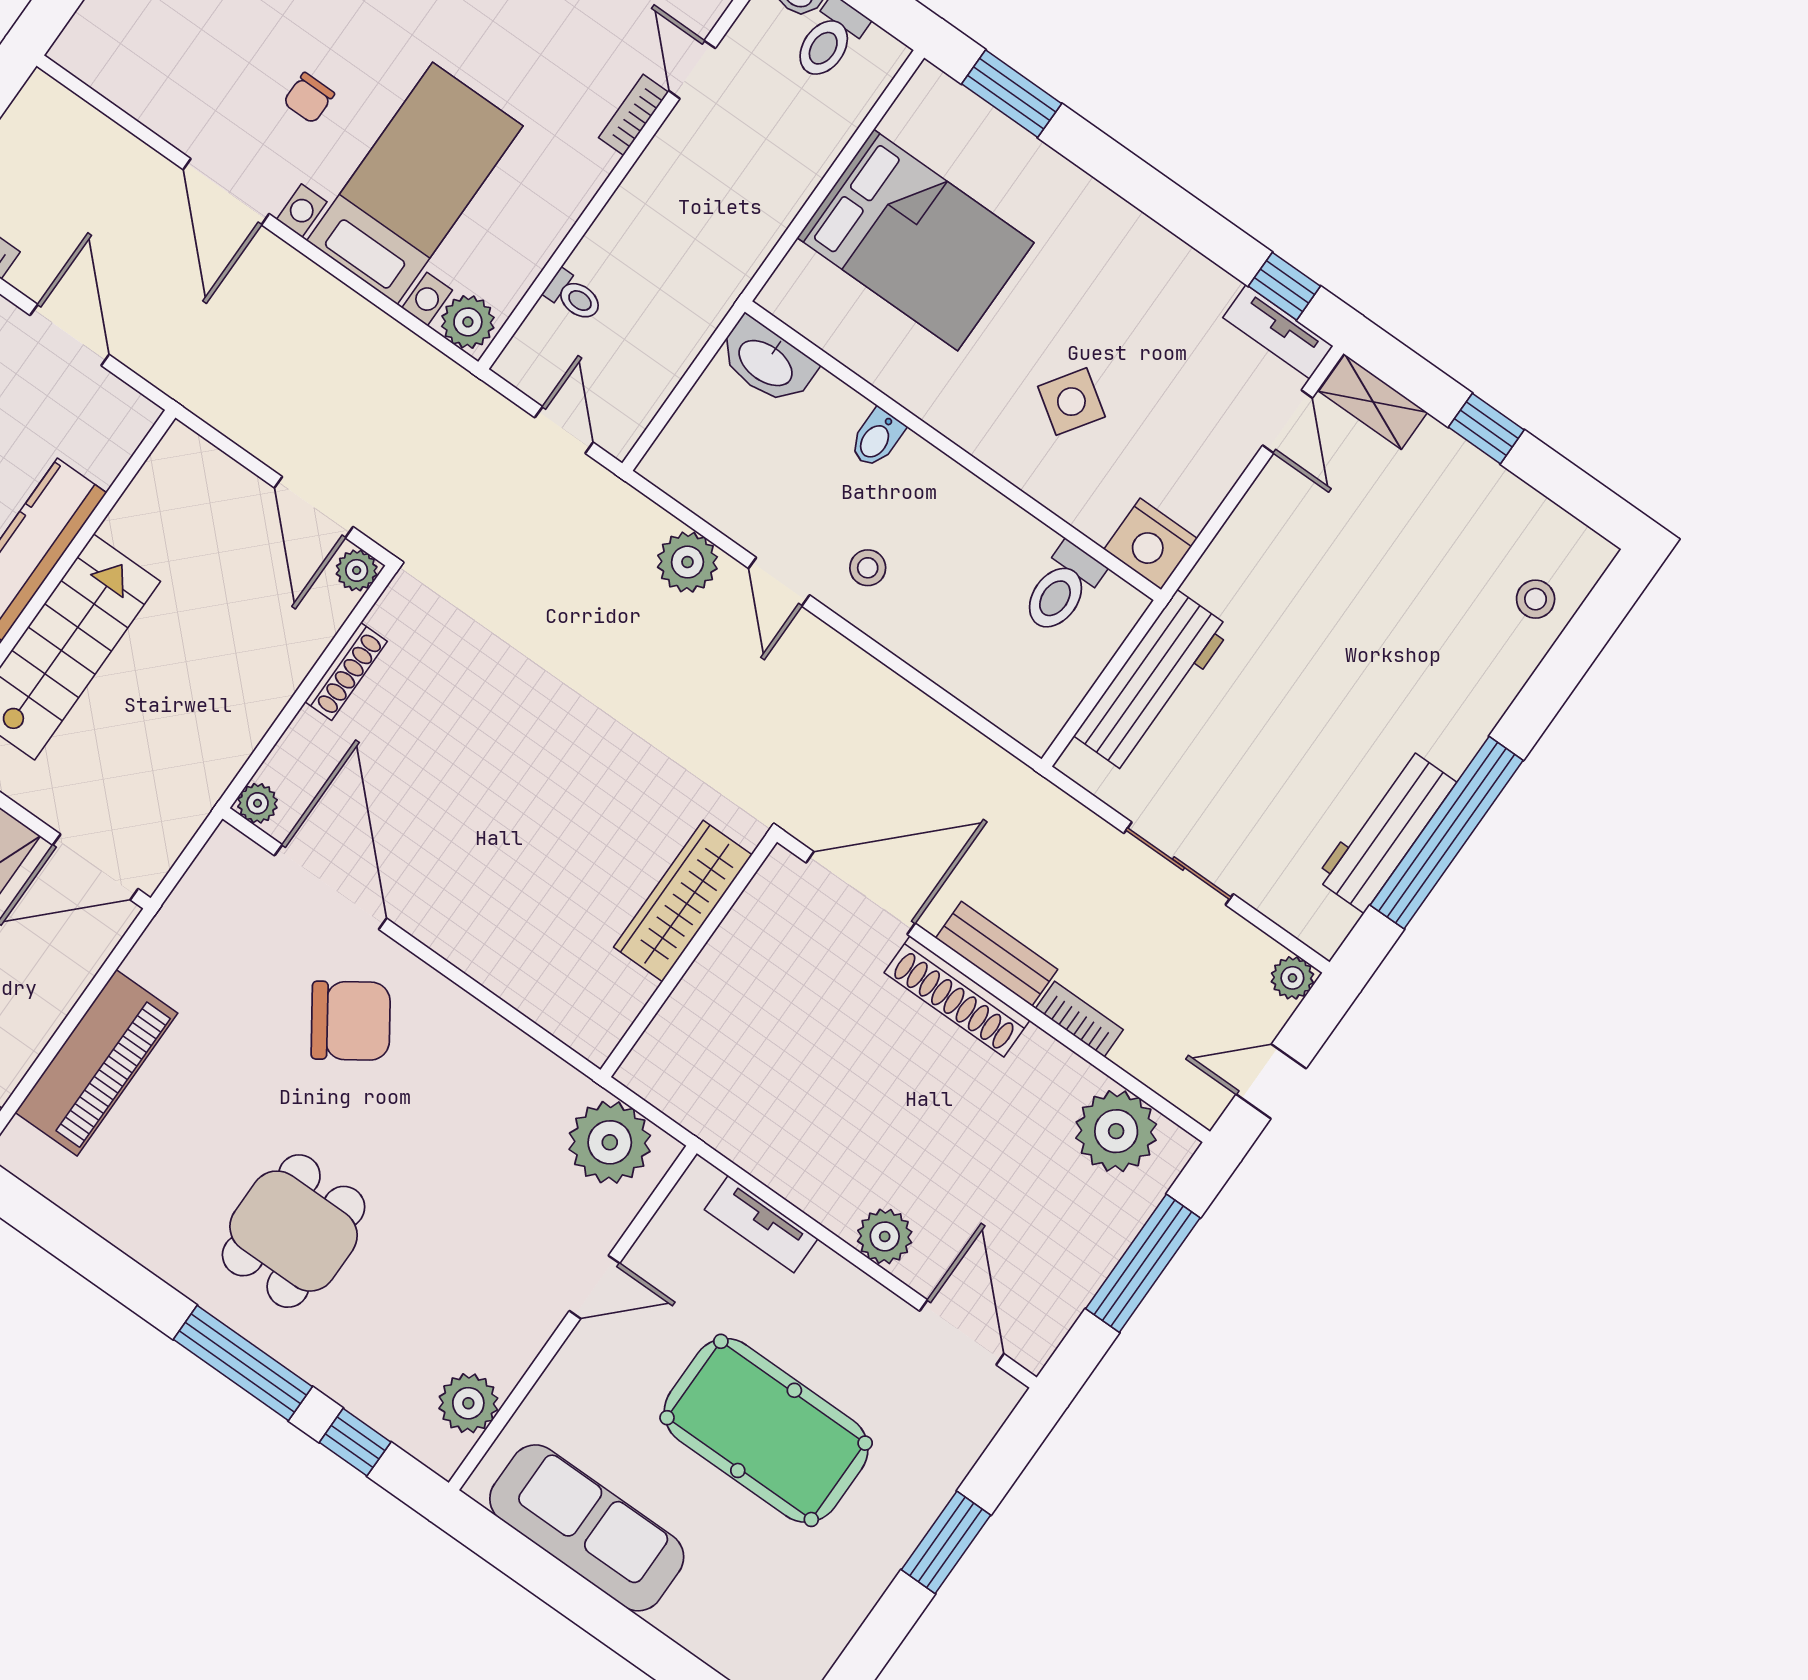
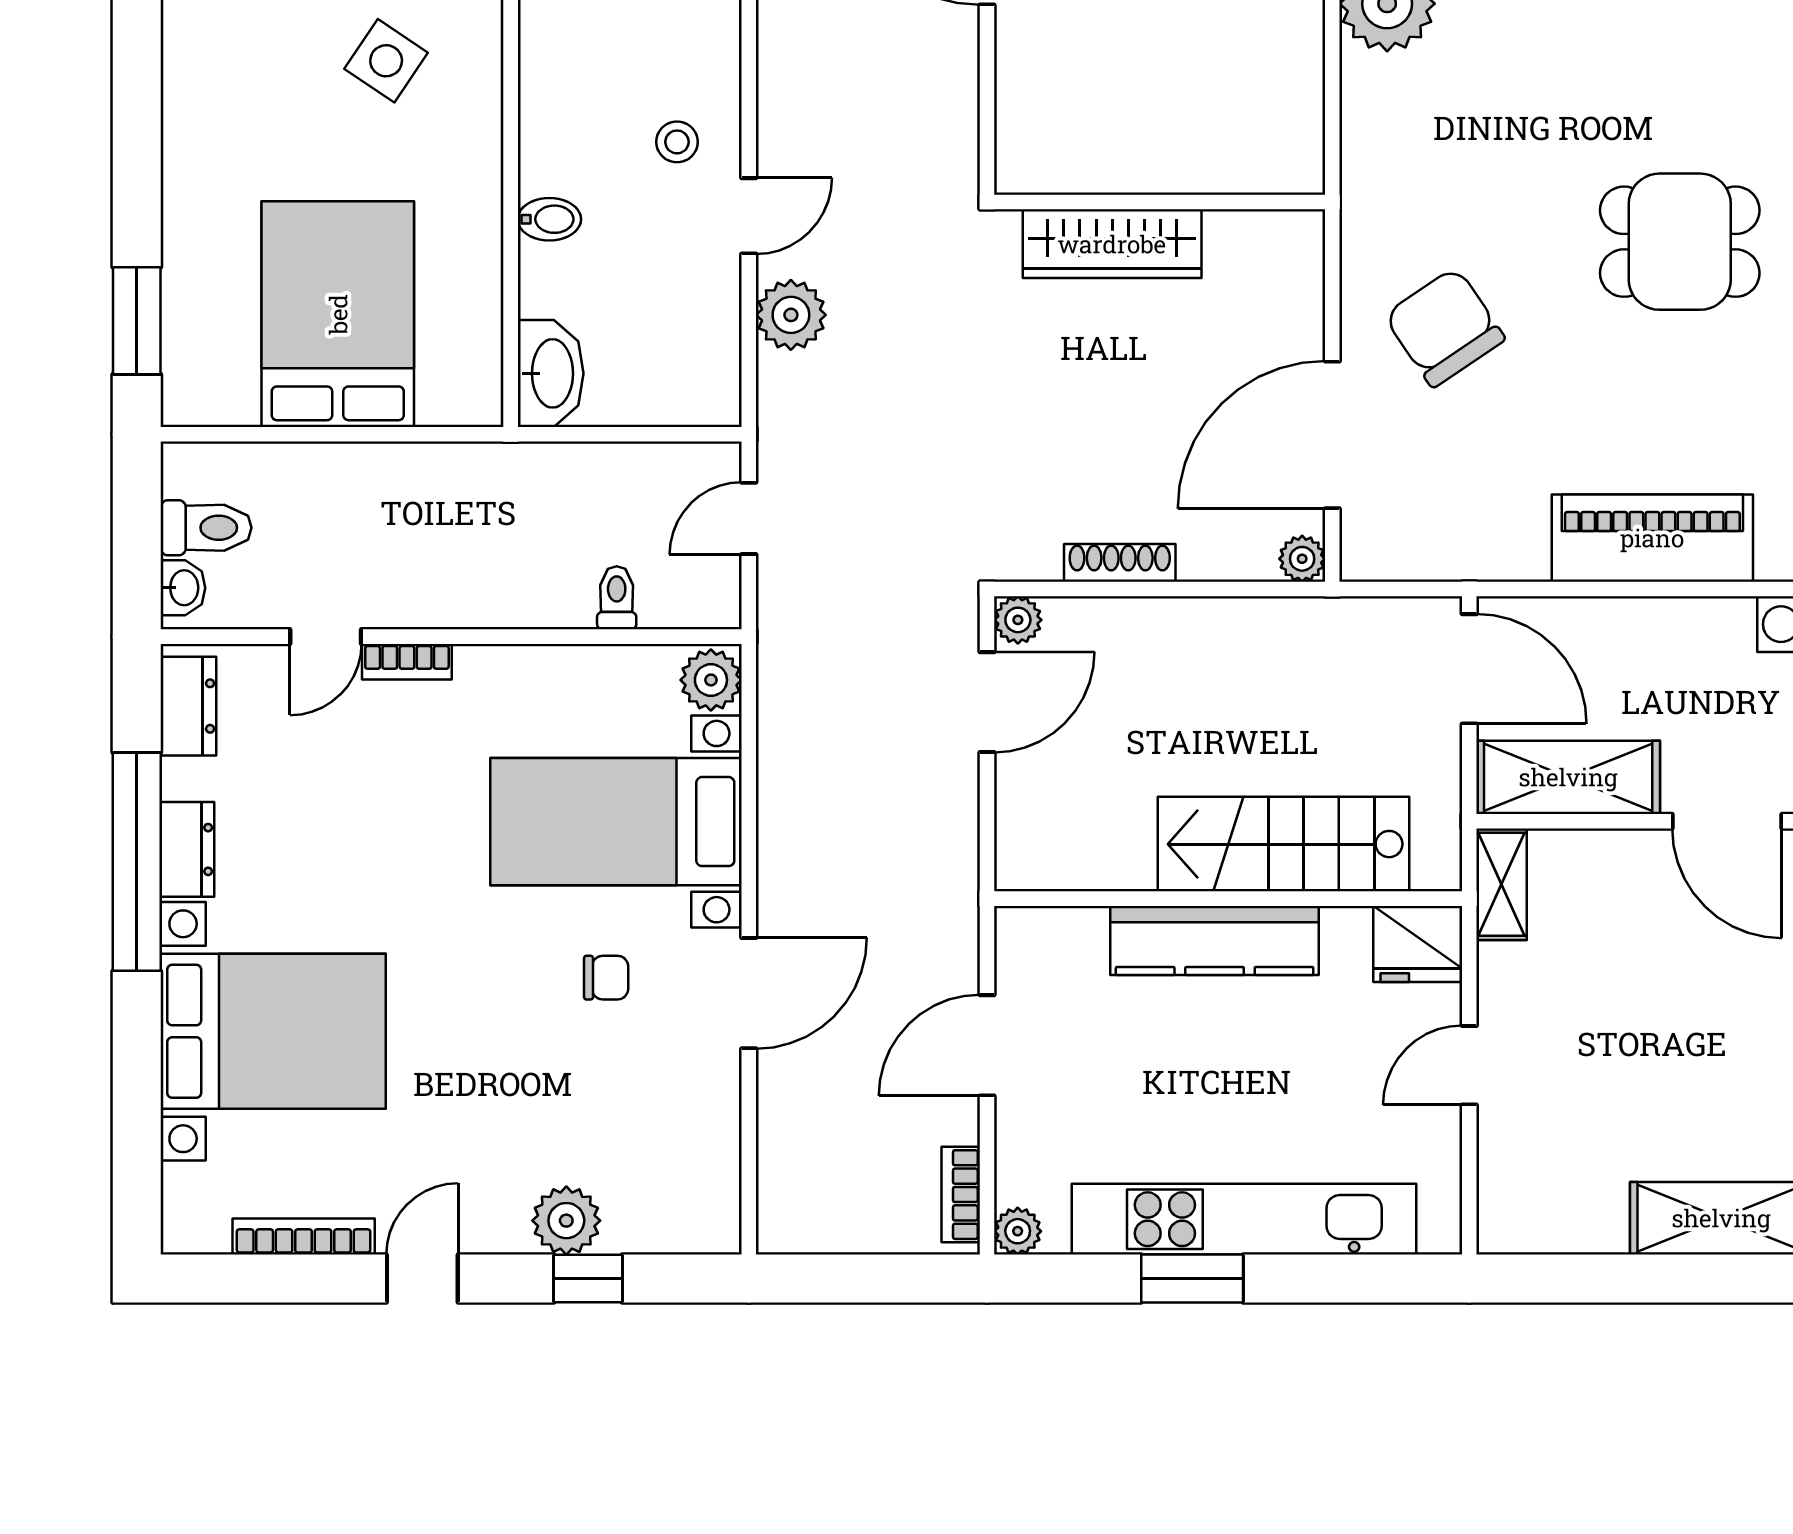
wardrobe: (683, 901) -> (1112, 244), moved
wall: (689, 956) -> (1160, 202), moved

